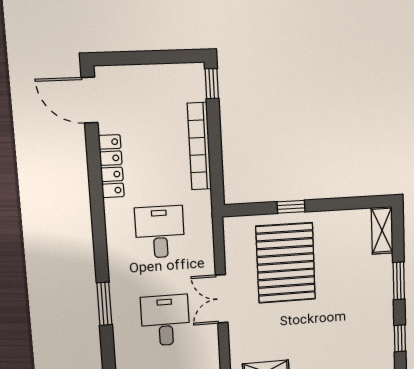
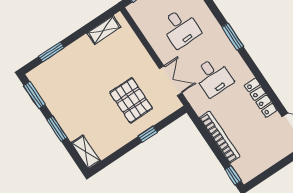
pallet: (286, 263) -> (131, 100), width x0.73, depth x0.71
double door: (222, 299) -> (171, 81), moved
window: (104, 304) -> (233, 37), moved
window: (400, 338) -> (34, 95), width x1.50

